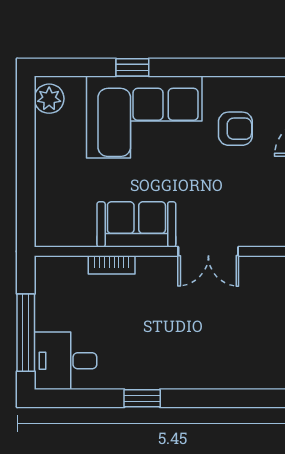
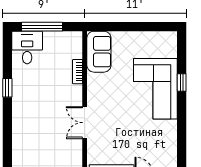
plant: (49, 99) -> (165, 39), removed
armchair: (235, 129) -> (149, 137), removed
sofa: (136, 224) -> (99, 52), moved

